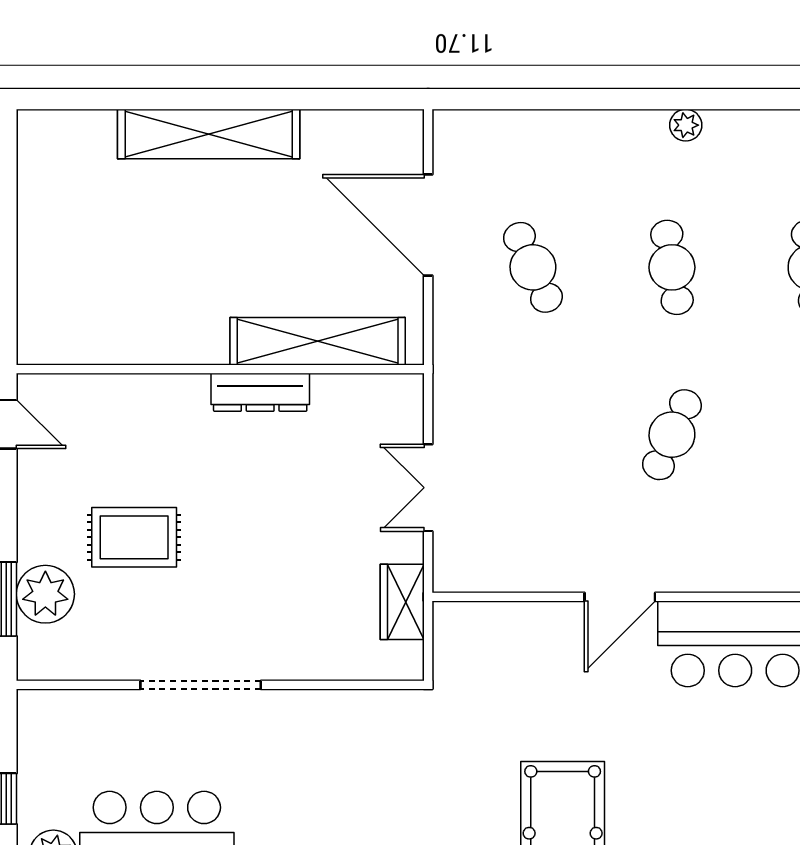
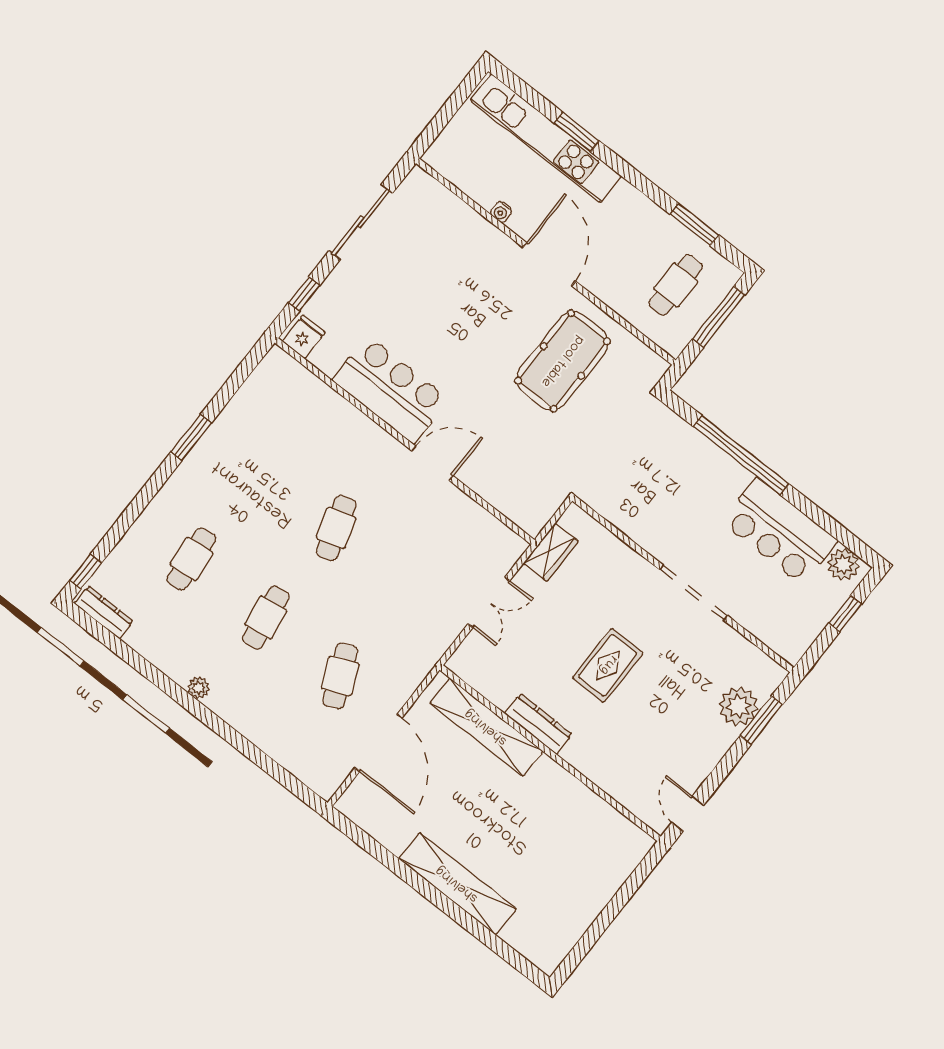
cafe table: (672, 435) -> (336, 528), turned -42
rug: (134, 537) -> (608, 665), moved, turned 90

